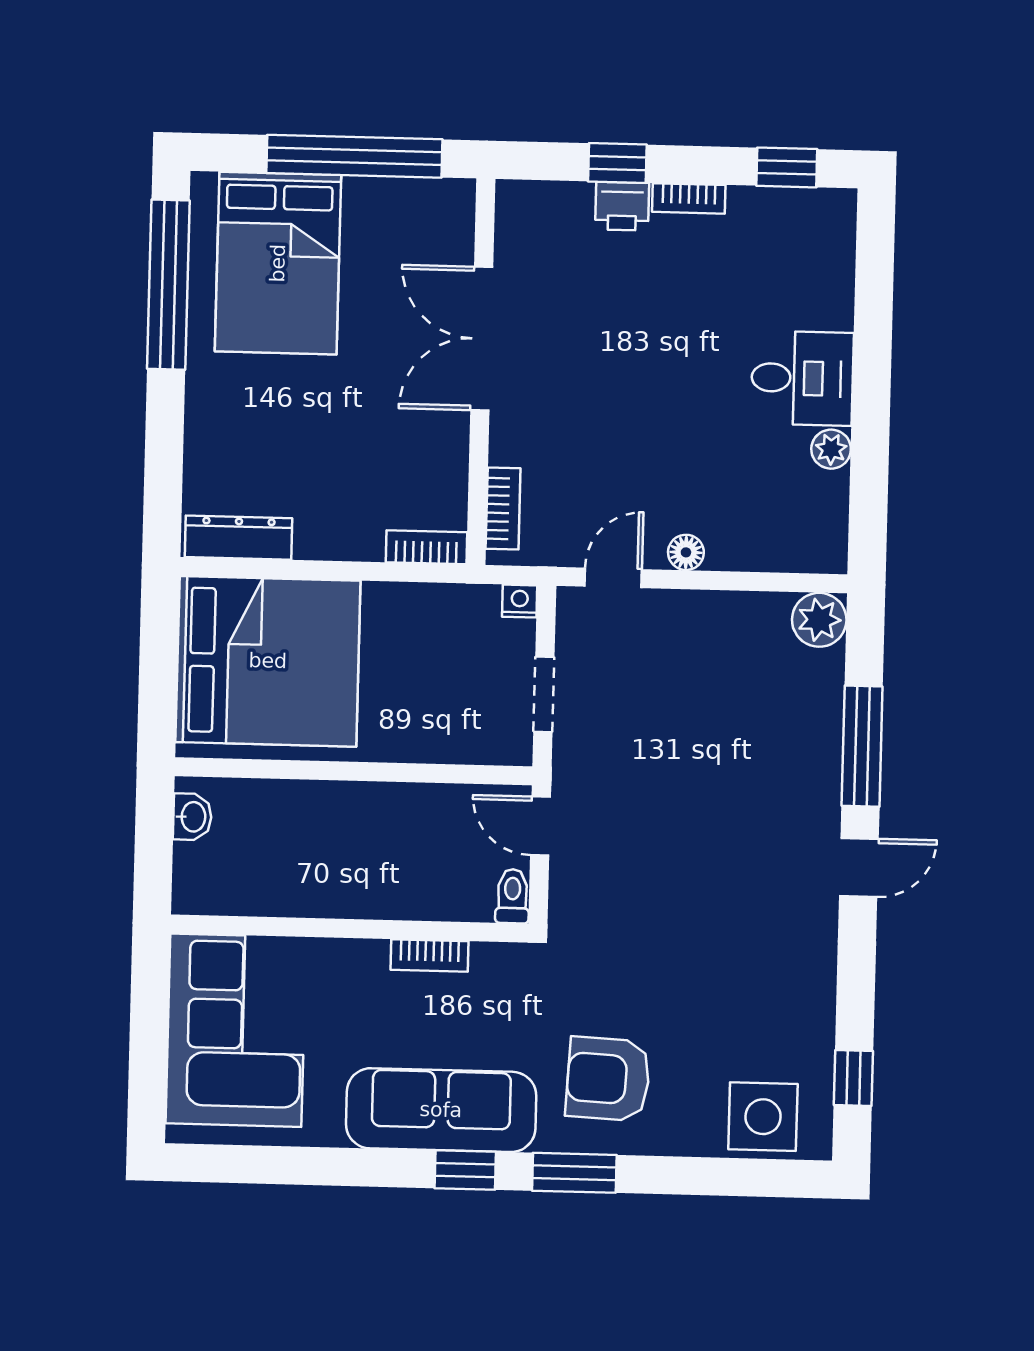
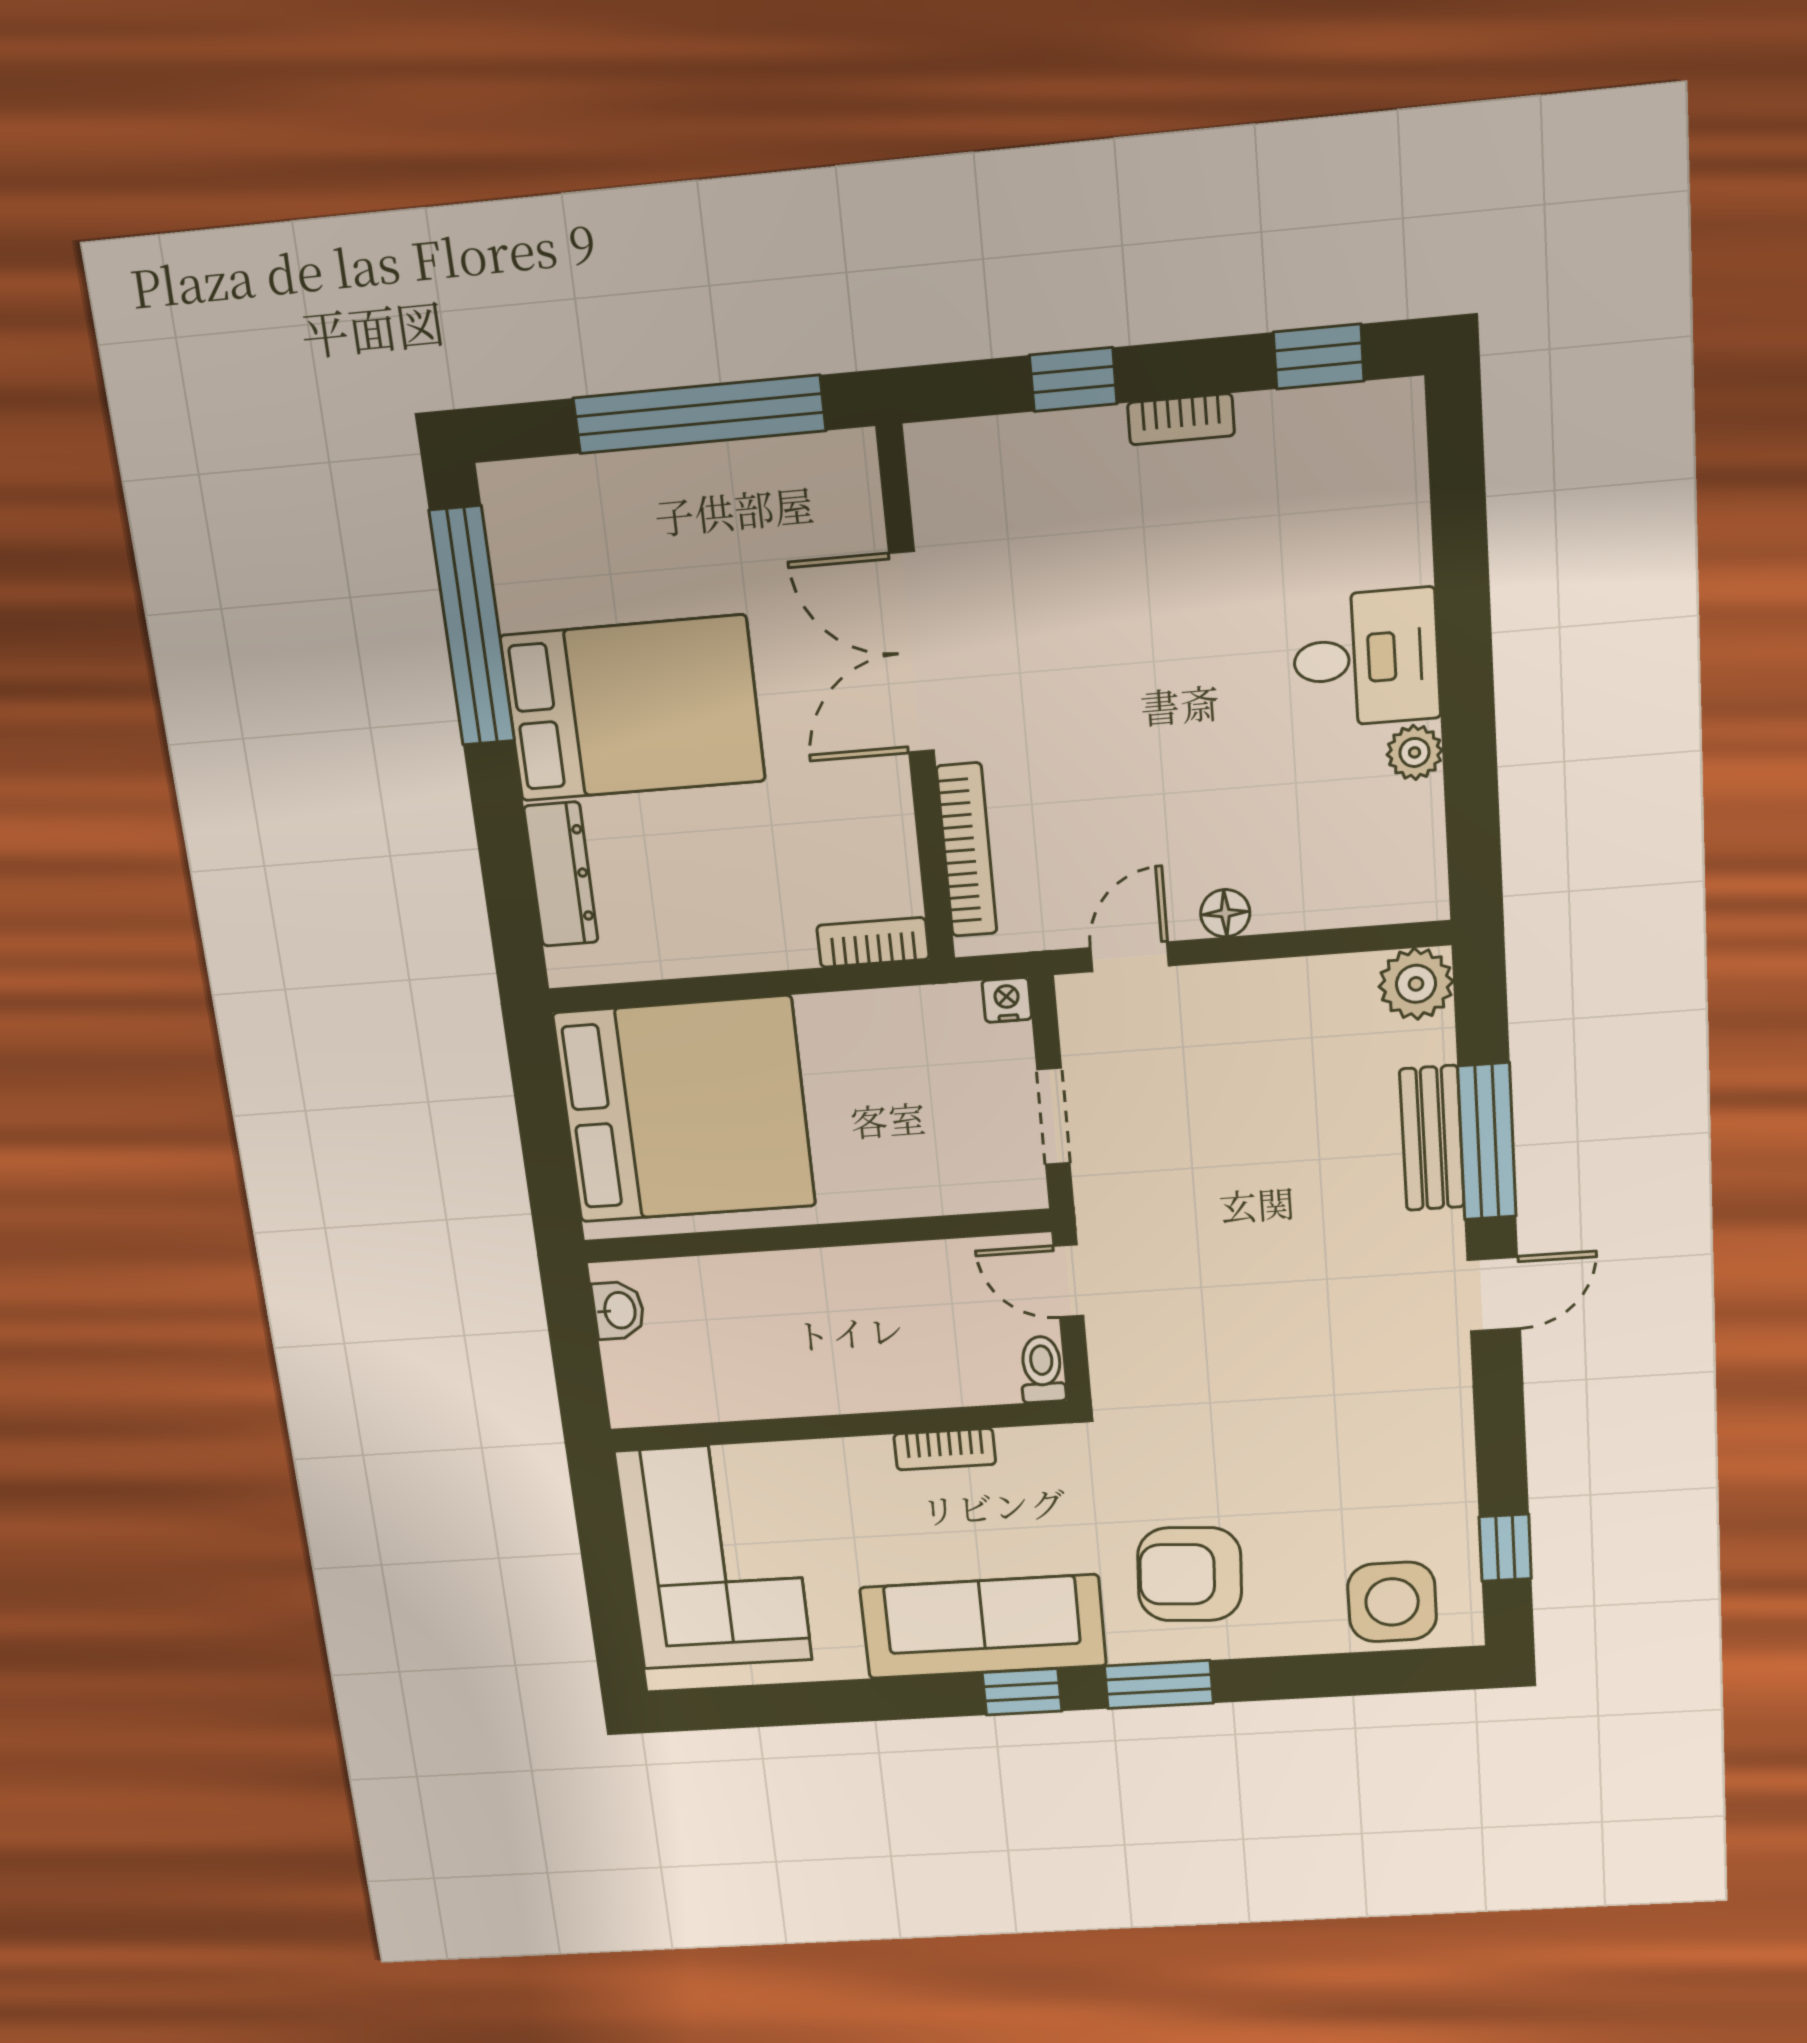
printer: (622, 206) -> (1087, 442), removed
bed: (278, 263) -> (633, 708), moved, turned -90
bookcase: (503, 509) -> (967, 850), width x1.56
dresser: (239, 538) -> (561, 874), moved, turned 90
bench: (822, 739) -> (1432, 1138), added

